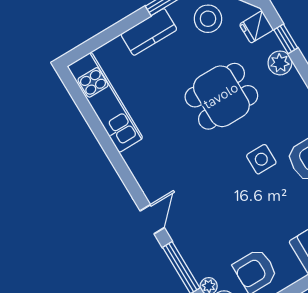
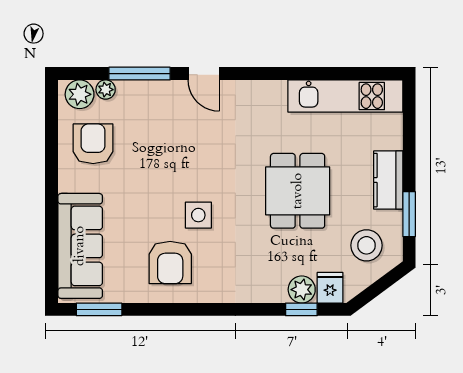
plant: (280, 63) -> (302, 290), moved
dining table: (221, 96) -> (298, 191), moved

